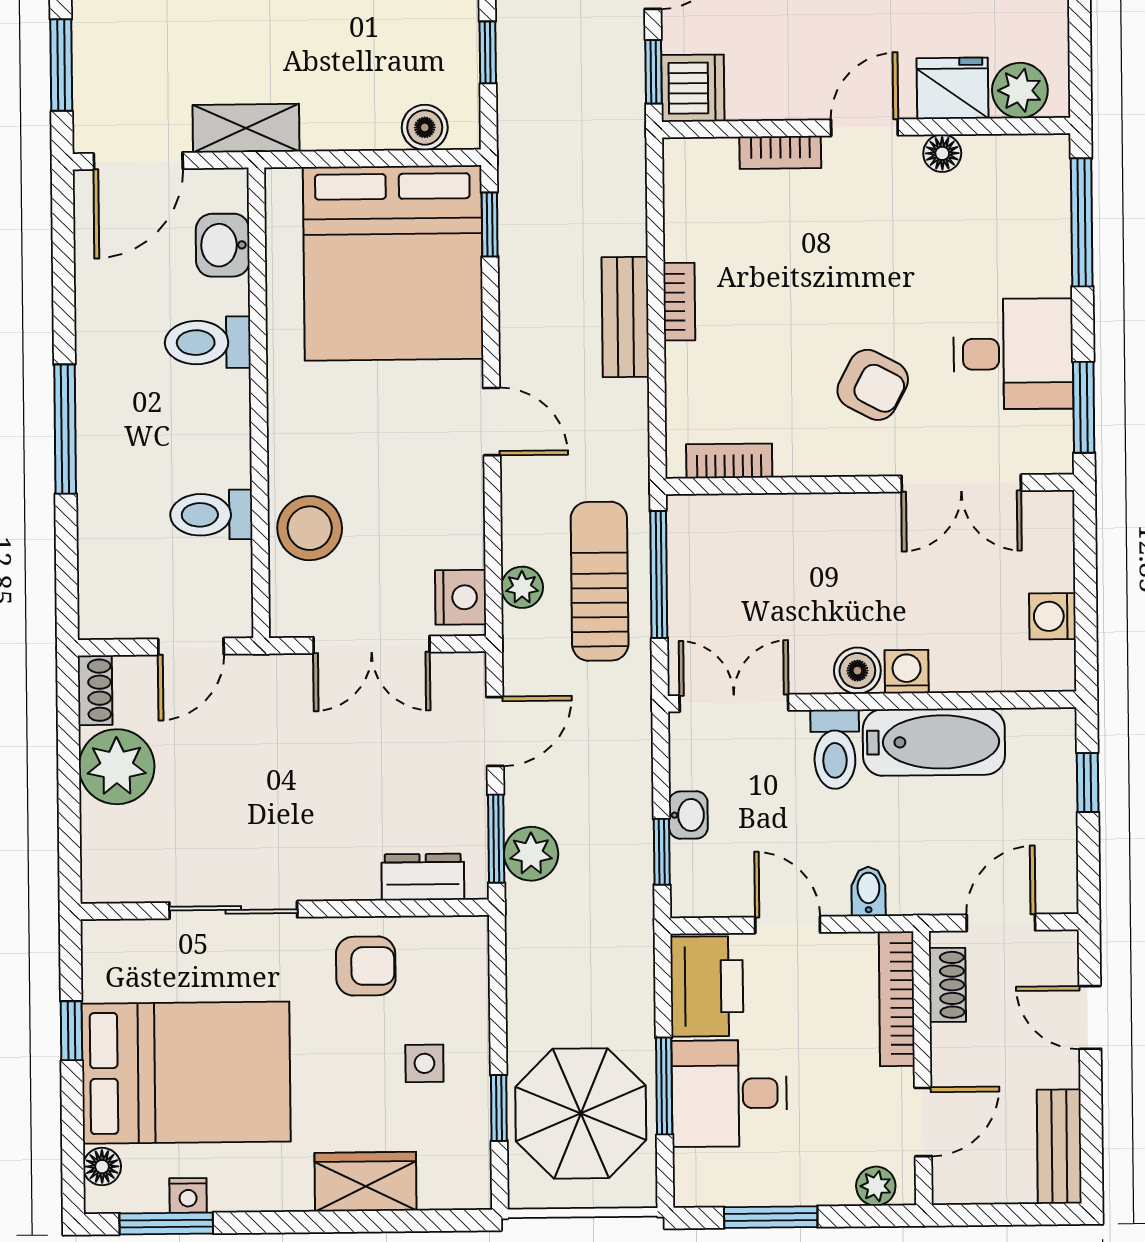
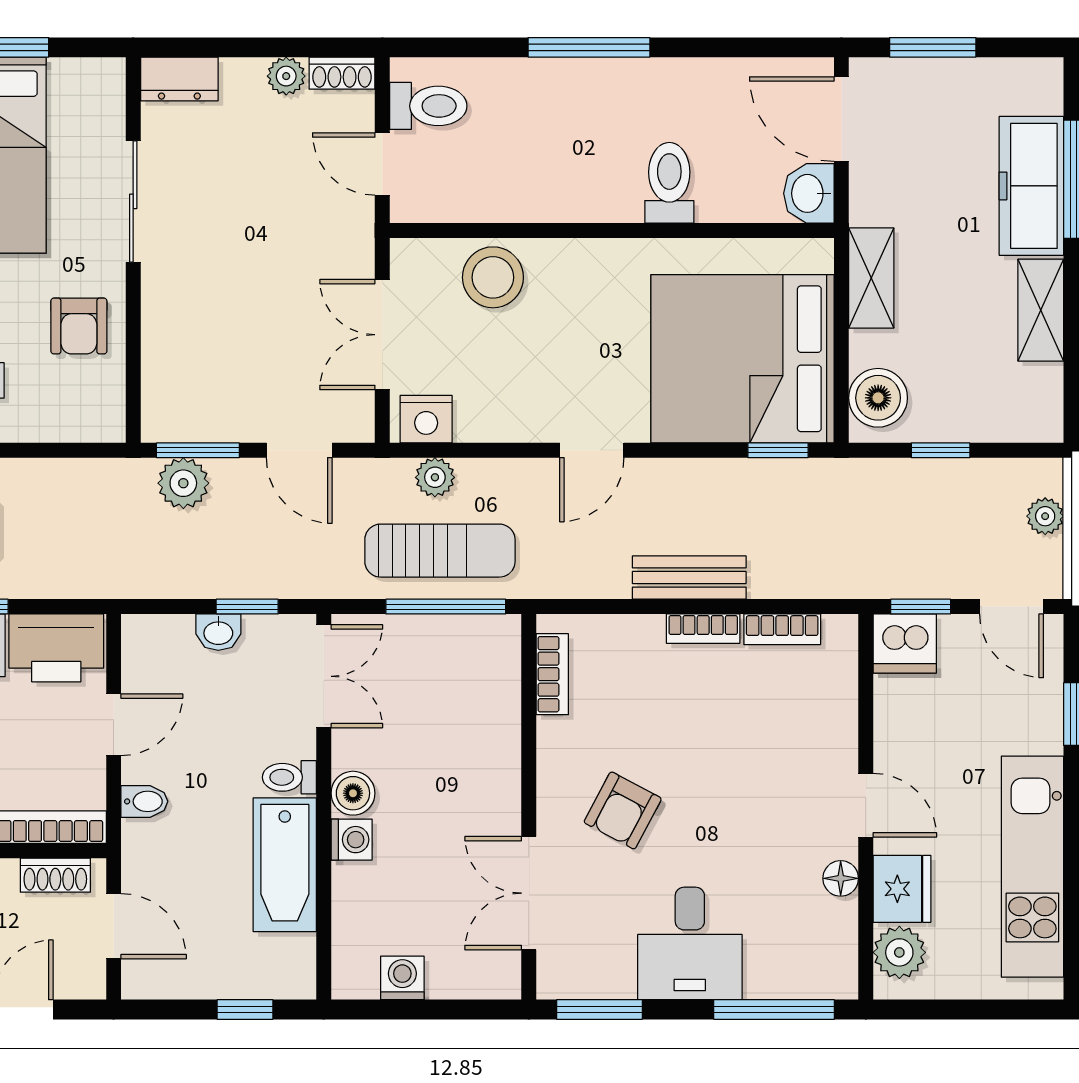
boiler: (425, 127) -> (878, 398), width x1.36, depth x1.36
shelving: (246, 128) -> (871, 278), moved
bookcase: (780, 152) -> (782, 629), moved, turned -90
washbasin: (223, 245) -> (809, 193), moved, turned -90
desk: (1013, 354) -> (690, 943), moved
toilet: (211, 515) -> (428, 106), moved, turned 90
toilet: (835, 749) -> (289, 777), width x0.73, depth x0.72
plant: (117, 767) -> (286, 76), width x0.53, depth x0.53
window: (662, 852) -> (247, 607), moved
dresser: (423, 877) -> (179, 79), moved, turned 90

